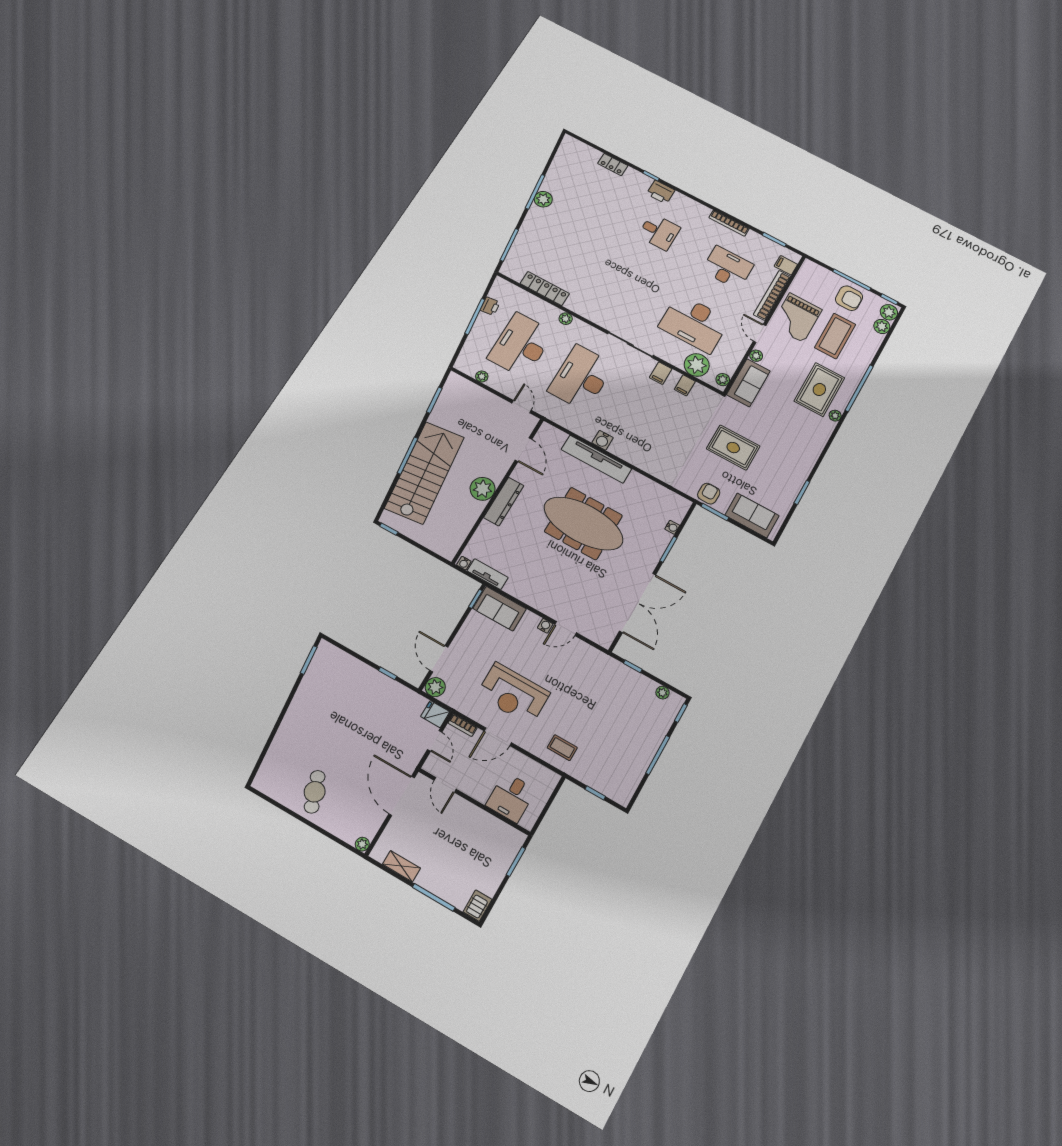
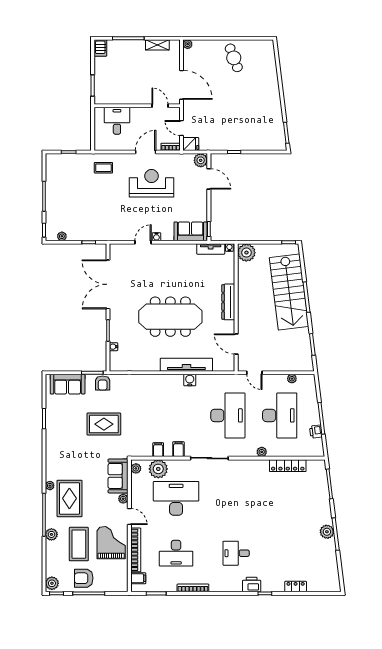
plant: (882, 326) -> (51, 534), moved
plant: (483, 489) -> (246, 253), moved

